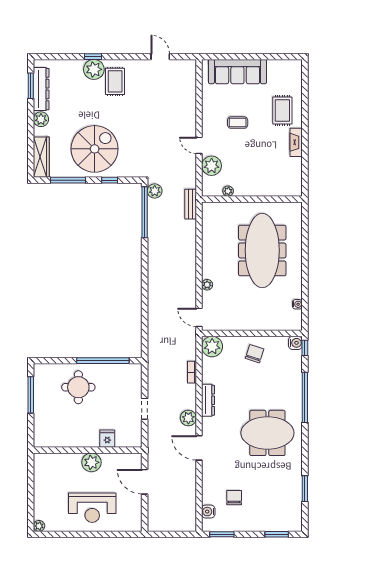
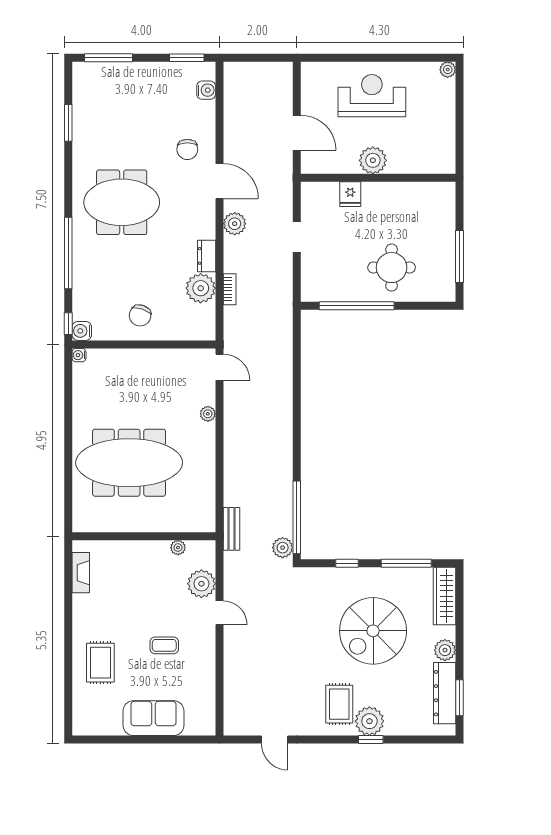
sofa: (237, 72) -> (154, 718), width x0.73
fireplace: (296, 142) -> (81, 573), moved
spiral stairs: (95, 149) -> (373, 631), moved
meeting table: (262, 251) -> (129, 463), turned 90
water cooler: (297, 304) -> (79, 355), moved
plant: (212, 347) -> (201, 288), moved
dresser: (208, 400) -> (207, 256), width x0.70
chair: (234, 498) -> (187, 149), moved
window: (277, 534) -> (109, 58), width x1.44

